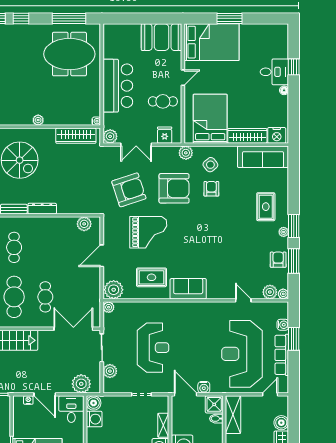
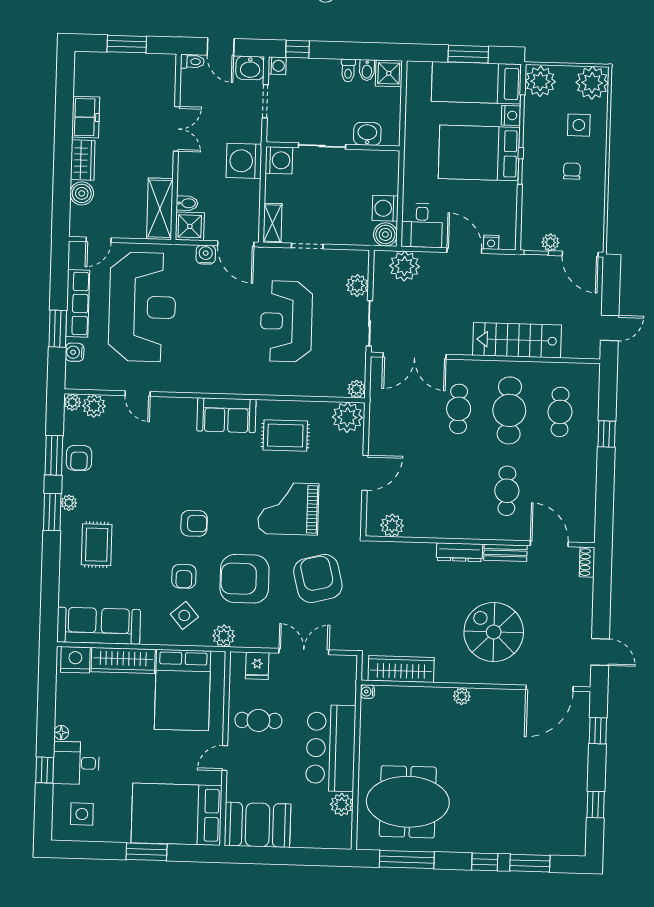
side table: (270, 41) -> (82, 814), added
plant: (110, 136) -> (342, 805), moved
armchair: (129, 190) -> (318, 578), turned 94
armchair: (206, 222) -> (194, 523), added
shelving: (163, 425) -> (273, 223), moved

